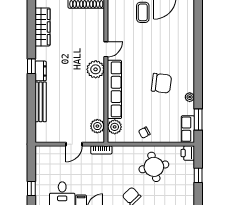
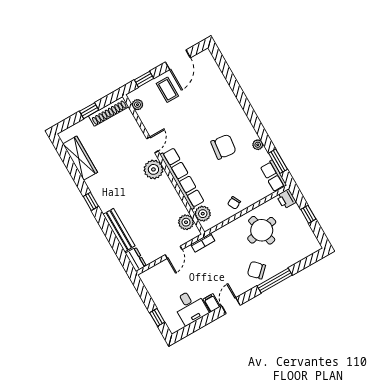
plant: (112, 11) -> (137, 105), added
dresser: (41, 71) -> (136, 259), moved

